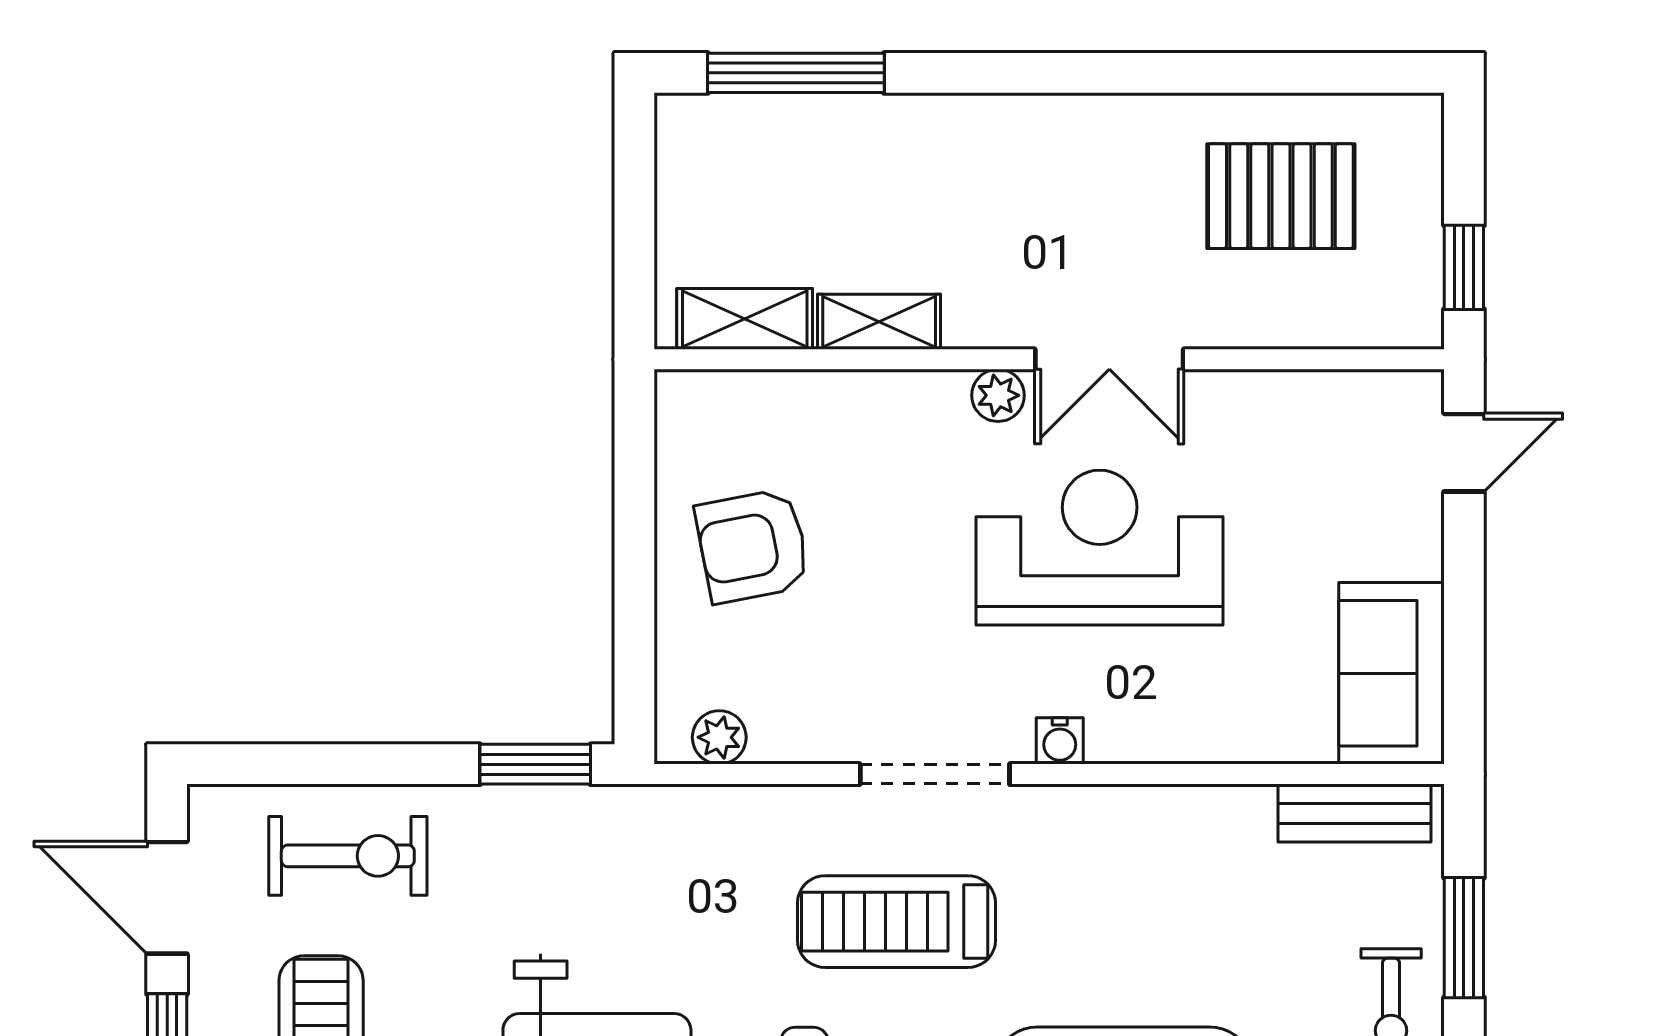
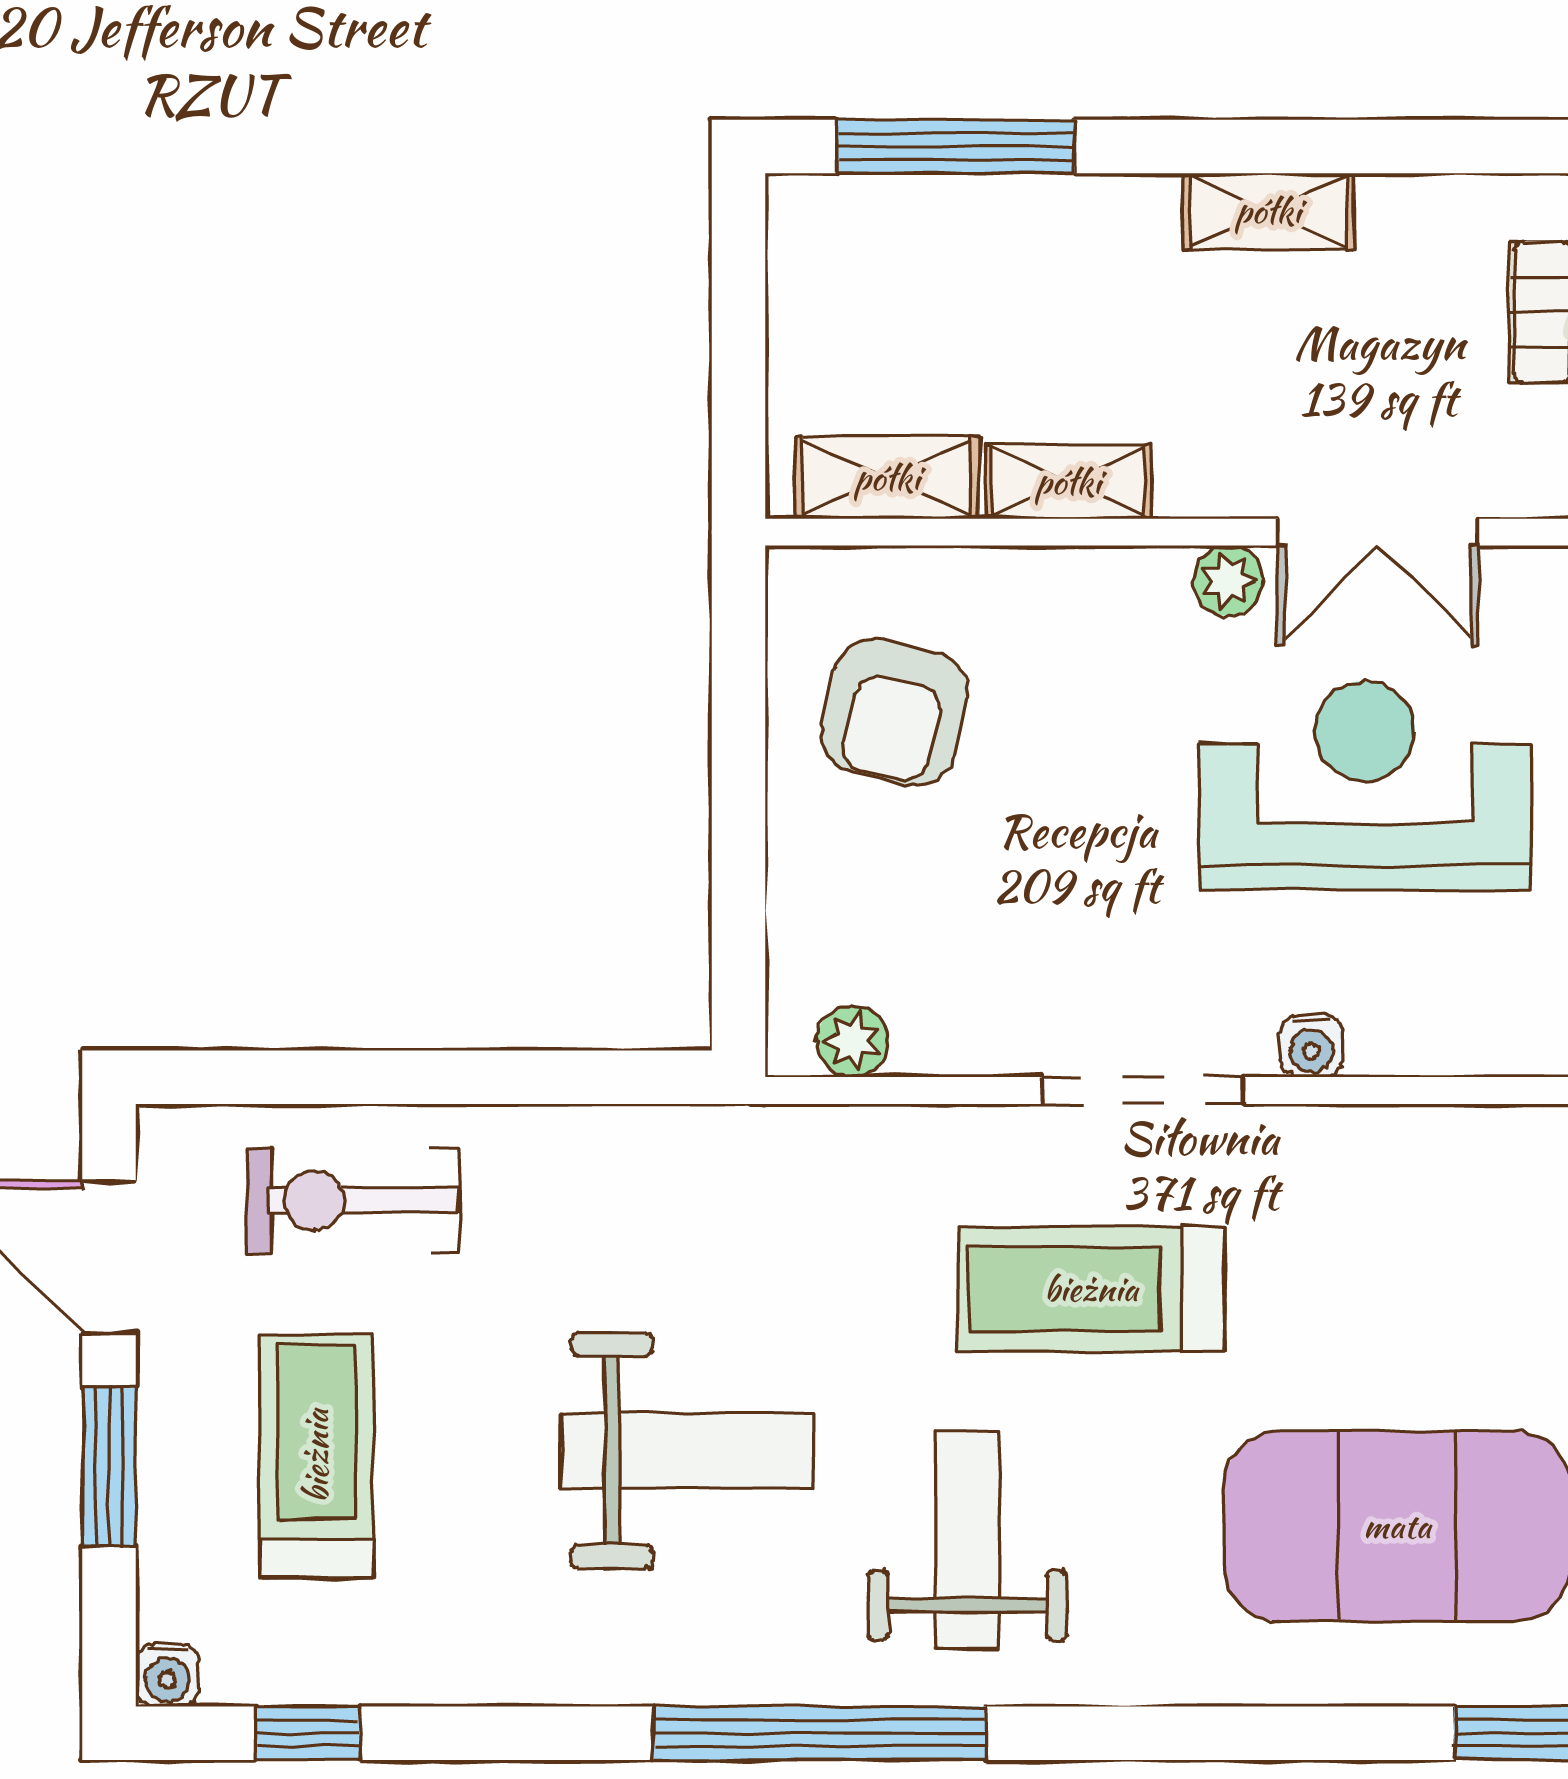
shelving: (1028, 121) -> (1268, 211), added
armchair: (753, 546) -> (895, 712), moved, turned -66
window: (535, 764) -> (605, 1077), removed
exercise bike: (348, 856) -> (353, 1201), turned 180

